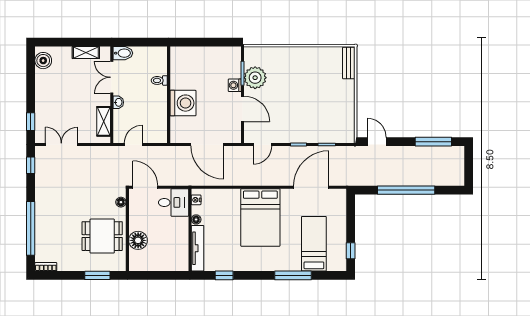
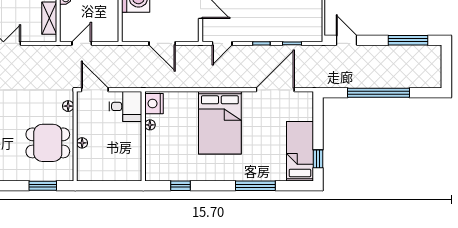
door: (207, 145) -> (162, 43), width x0.73
nightstand: (196, 200) -> (154, 104), width x1.89, depth x1.79
floor lamp: (138, 240) -> (82, 143), width x0.53, depth x0.53
bed: (314, 244) -> (300, 151), moved
tv unit: (198, 248) -> (152, 156), removed

